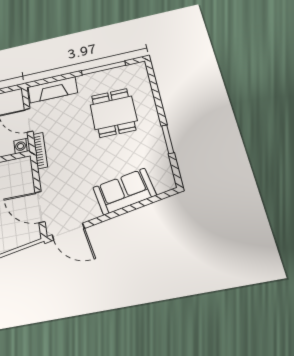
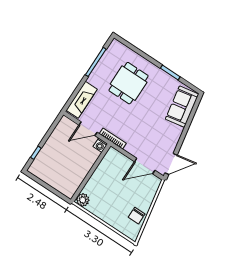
dining table: (113, 113) -> (129, 83), turned 90
sofa: (124, 191) -> (182, 107), moved

